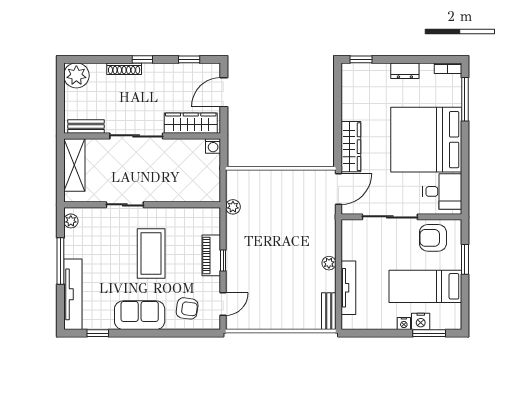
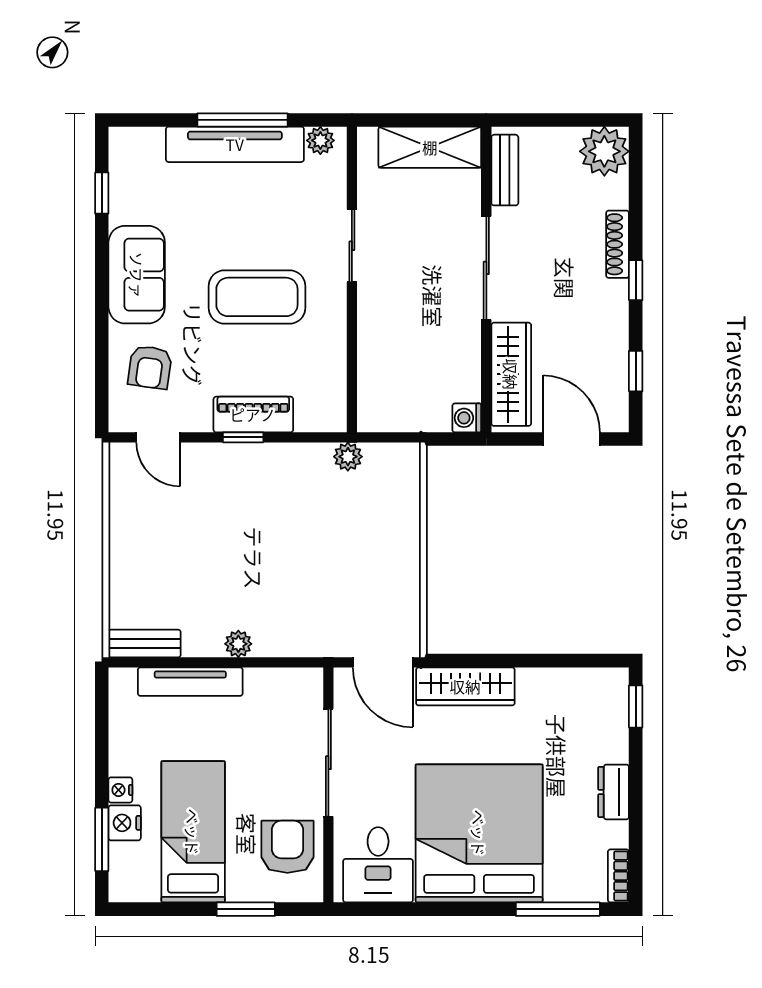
tv unit: (73, 294) -> (235, 144), moved

